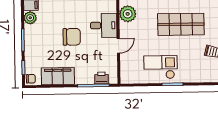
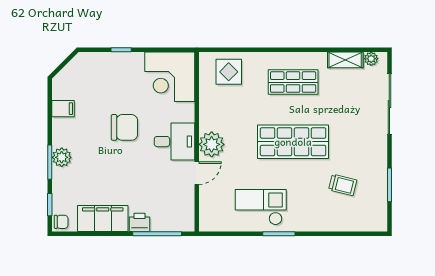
plant: (128, 14) -> (212, 144), moved
plant: (30, 18) -> (62, 157), moved
chair: (72, 37) -> (124, 127), moved
printer: (101, 78) -> (140, 222), moved

